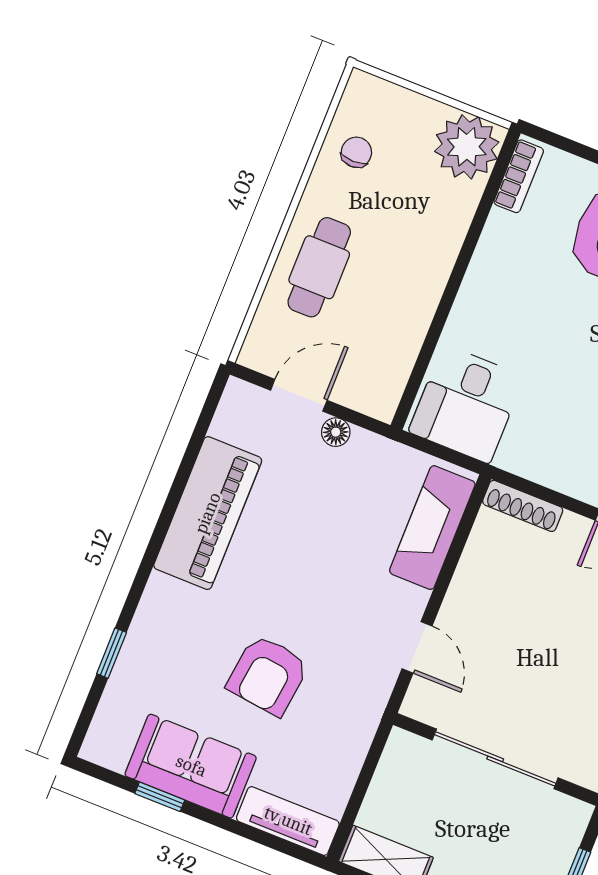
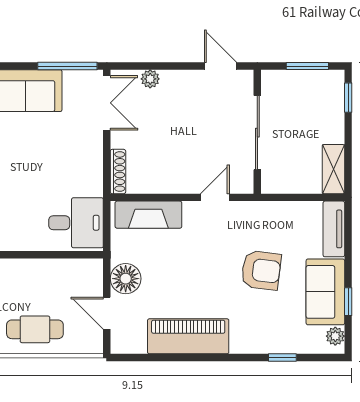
floor lamp: (336, 432) -> (126, 279), width x1.89, depth x1.89
plant: (112, 753) -> (335, 336), added

